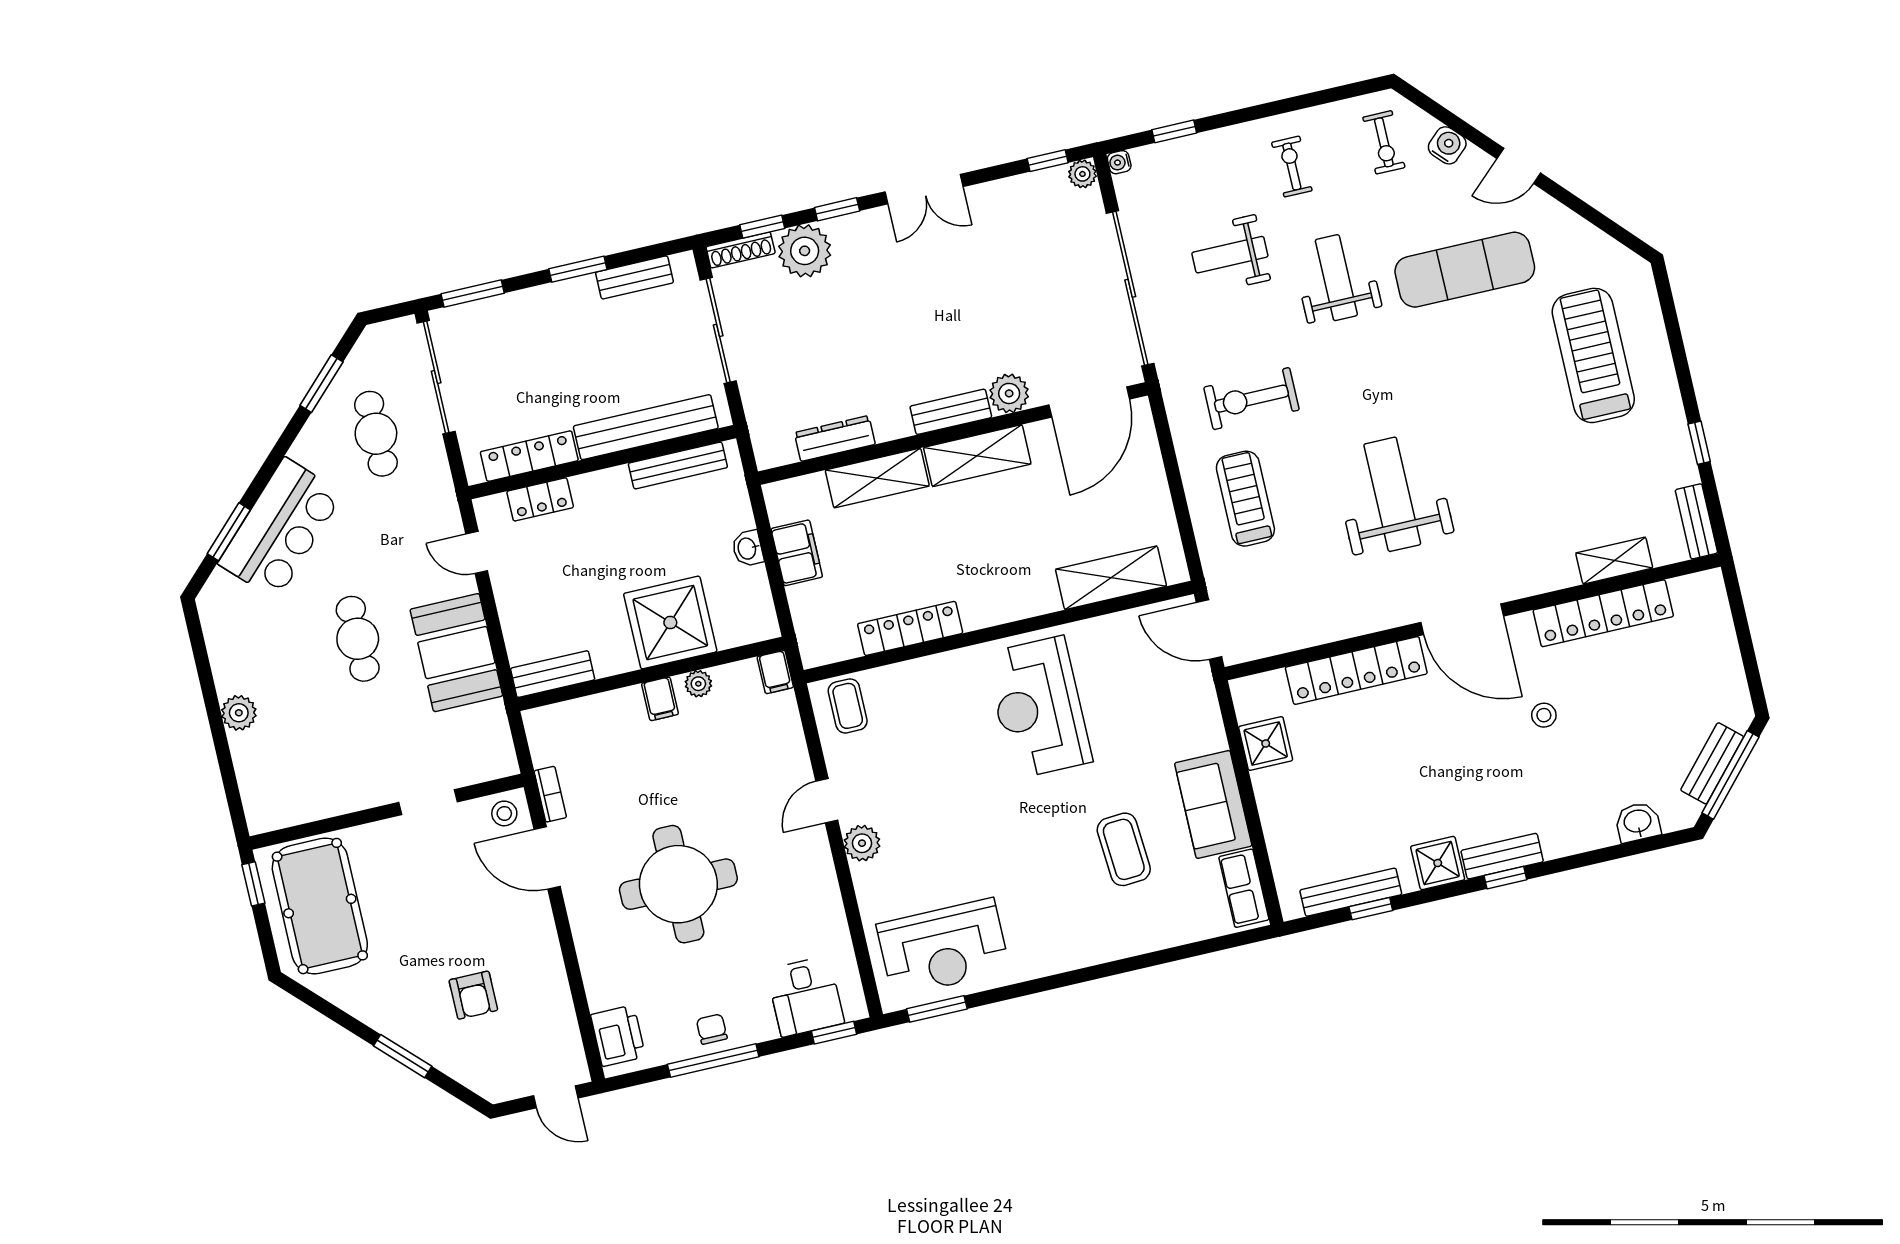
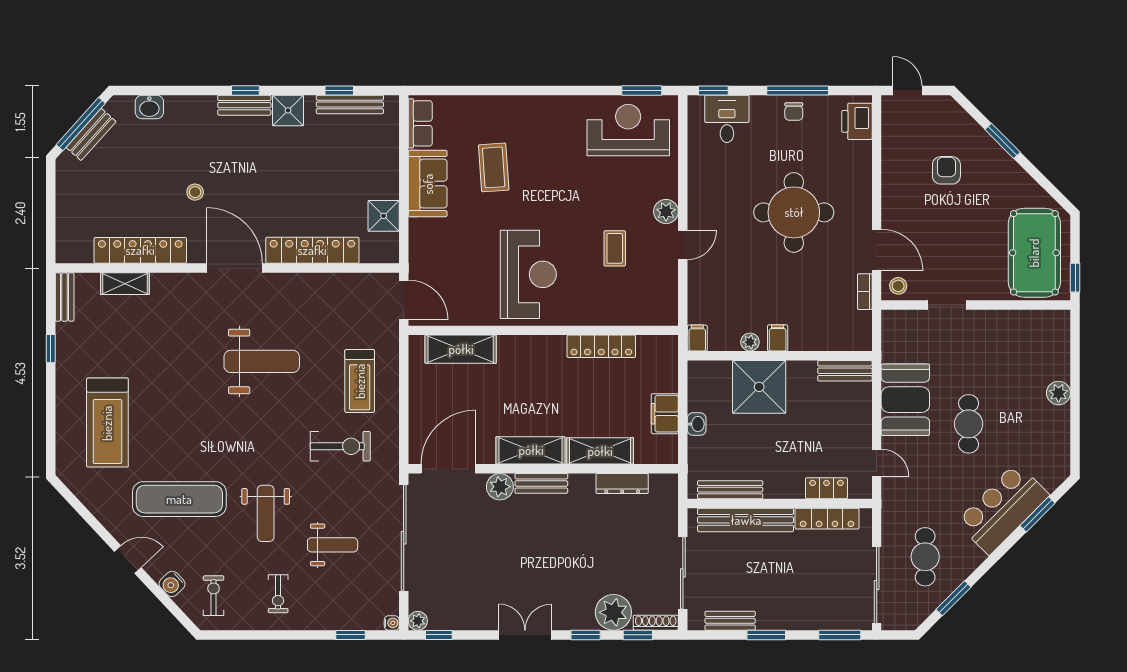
weight bench: (1392, 494) -> (262, 361), turned -90
coffee table: (848, 706) -> (615, 248), moved

